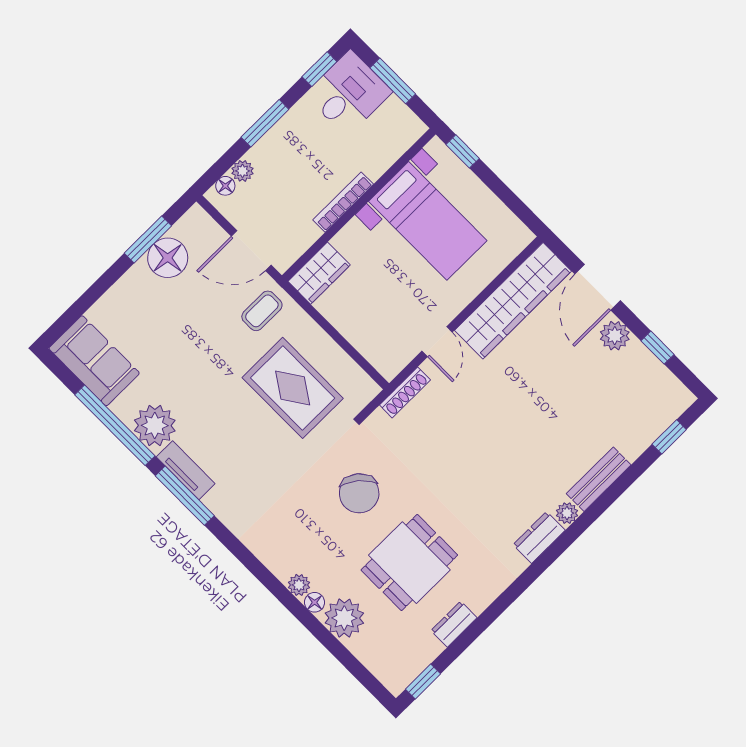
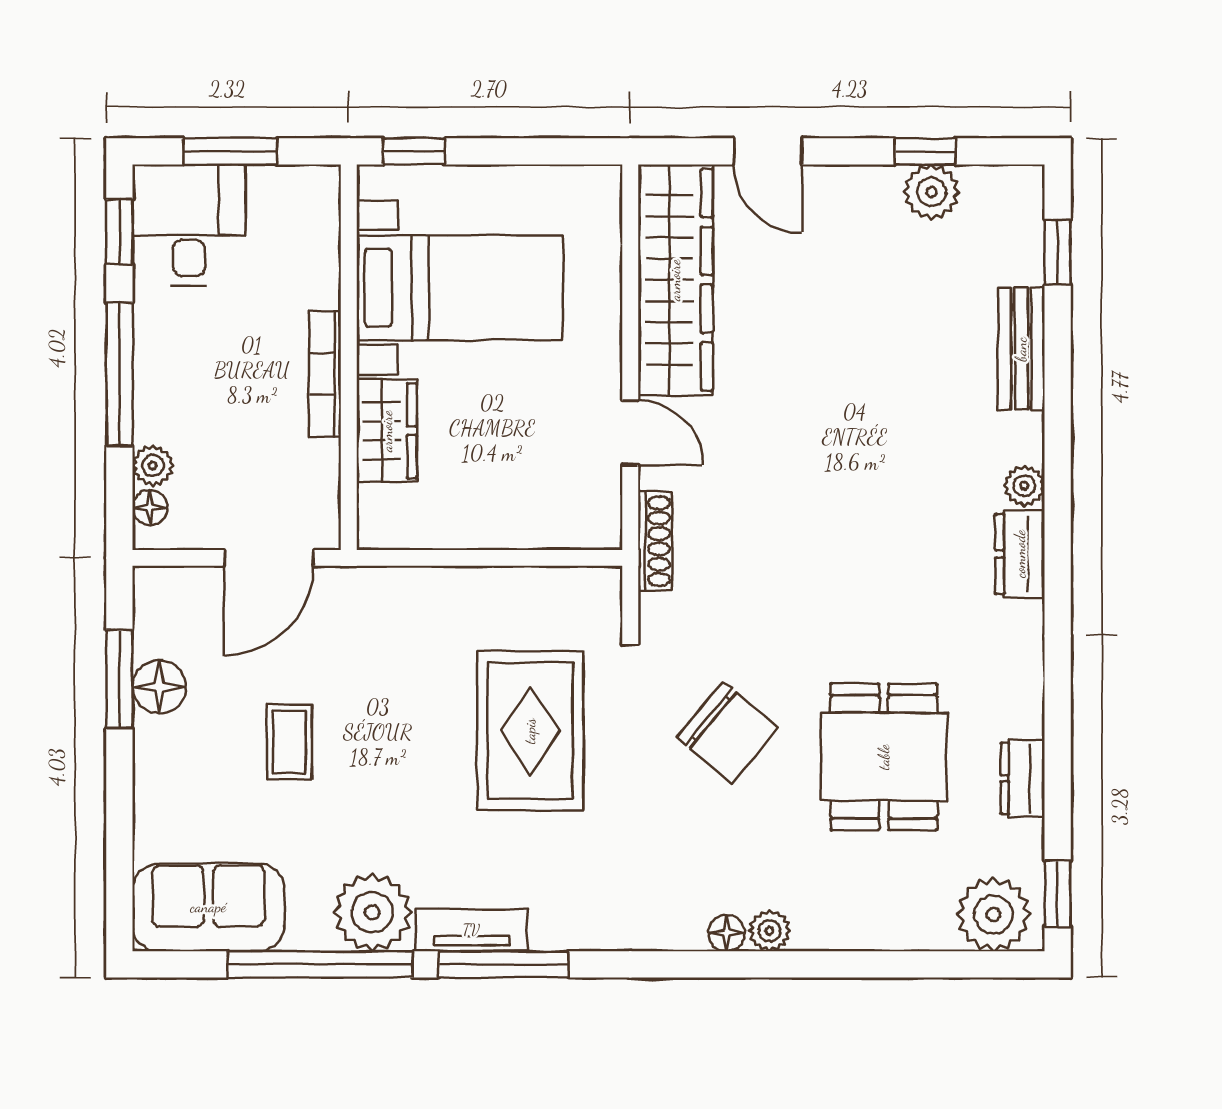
window: (265, 123) -> (119, 374), width x1.44
floor lamp: (168, 258) -> (159, 687), width x0.73, depth x0.73
wardrobe: (319, 273) -> (387, 431), moved
door: (598, 287) -> (768, 151), width x0.73
coffee table: (262, 311) -> (289, 742), moved
plant: (615, 336) -> (931, 192), moved
rug: (293, 388) -> (530, 731), moved, turned 90
bench: (599, 479) -> (1021, 349), moved
floor lamp: (315, 602) -> (726, 933), moved
plant: (344, 618) -> (993, 914), moved

